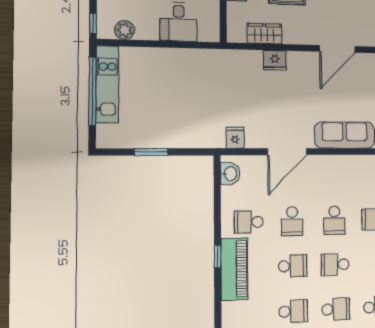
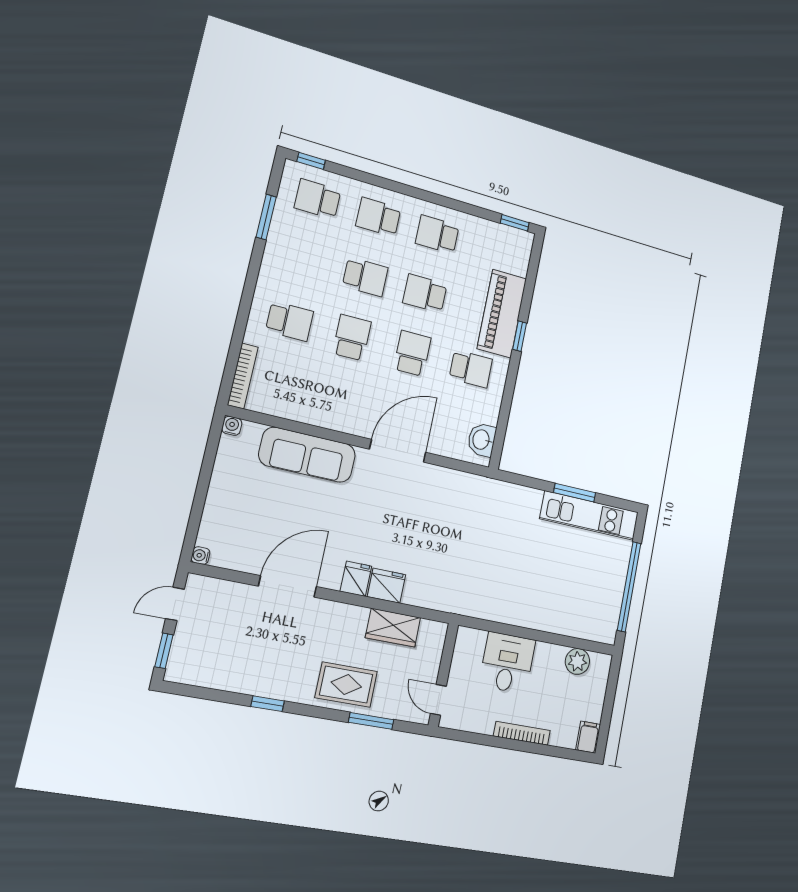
window: (93, 23) -> (613, 676), removed
kitchen unit: (107, 84) -> (589, 516), moved, turned -90
fridge: (235, 138) -> (356, 579), moved, turned 180

